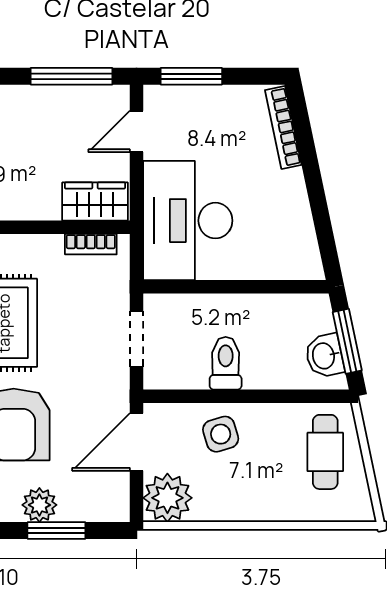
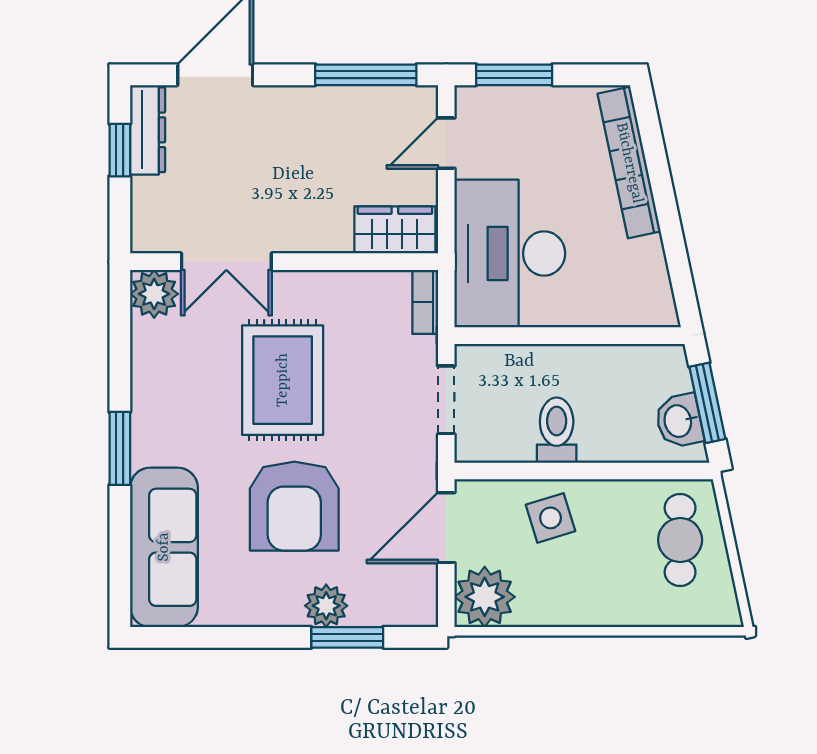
bookcase: (283, 127) -> (629, 163), width x1.48, depth x1.31
bookcase: (91, 244) -> (425, 302), moved, turned 90

